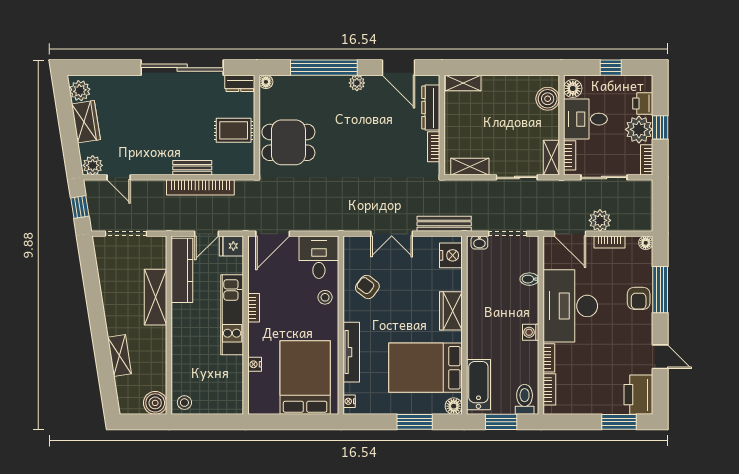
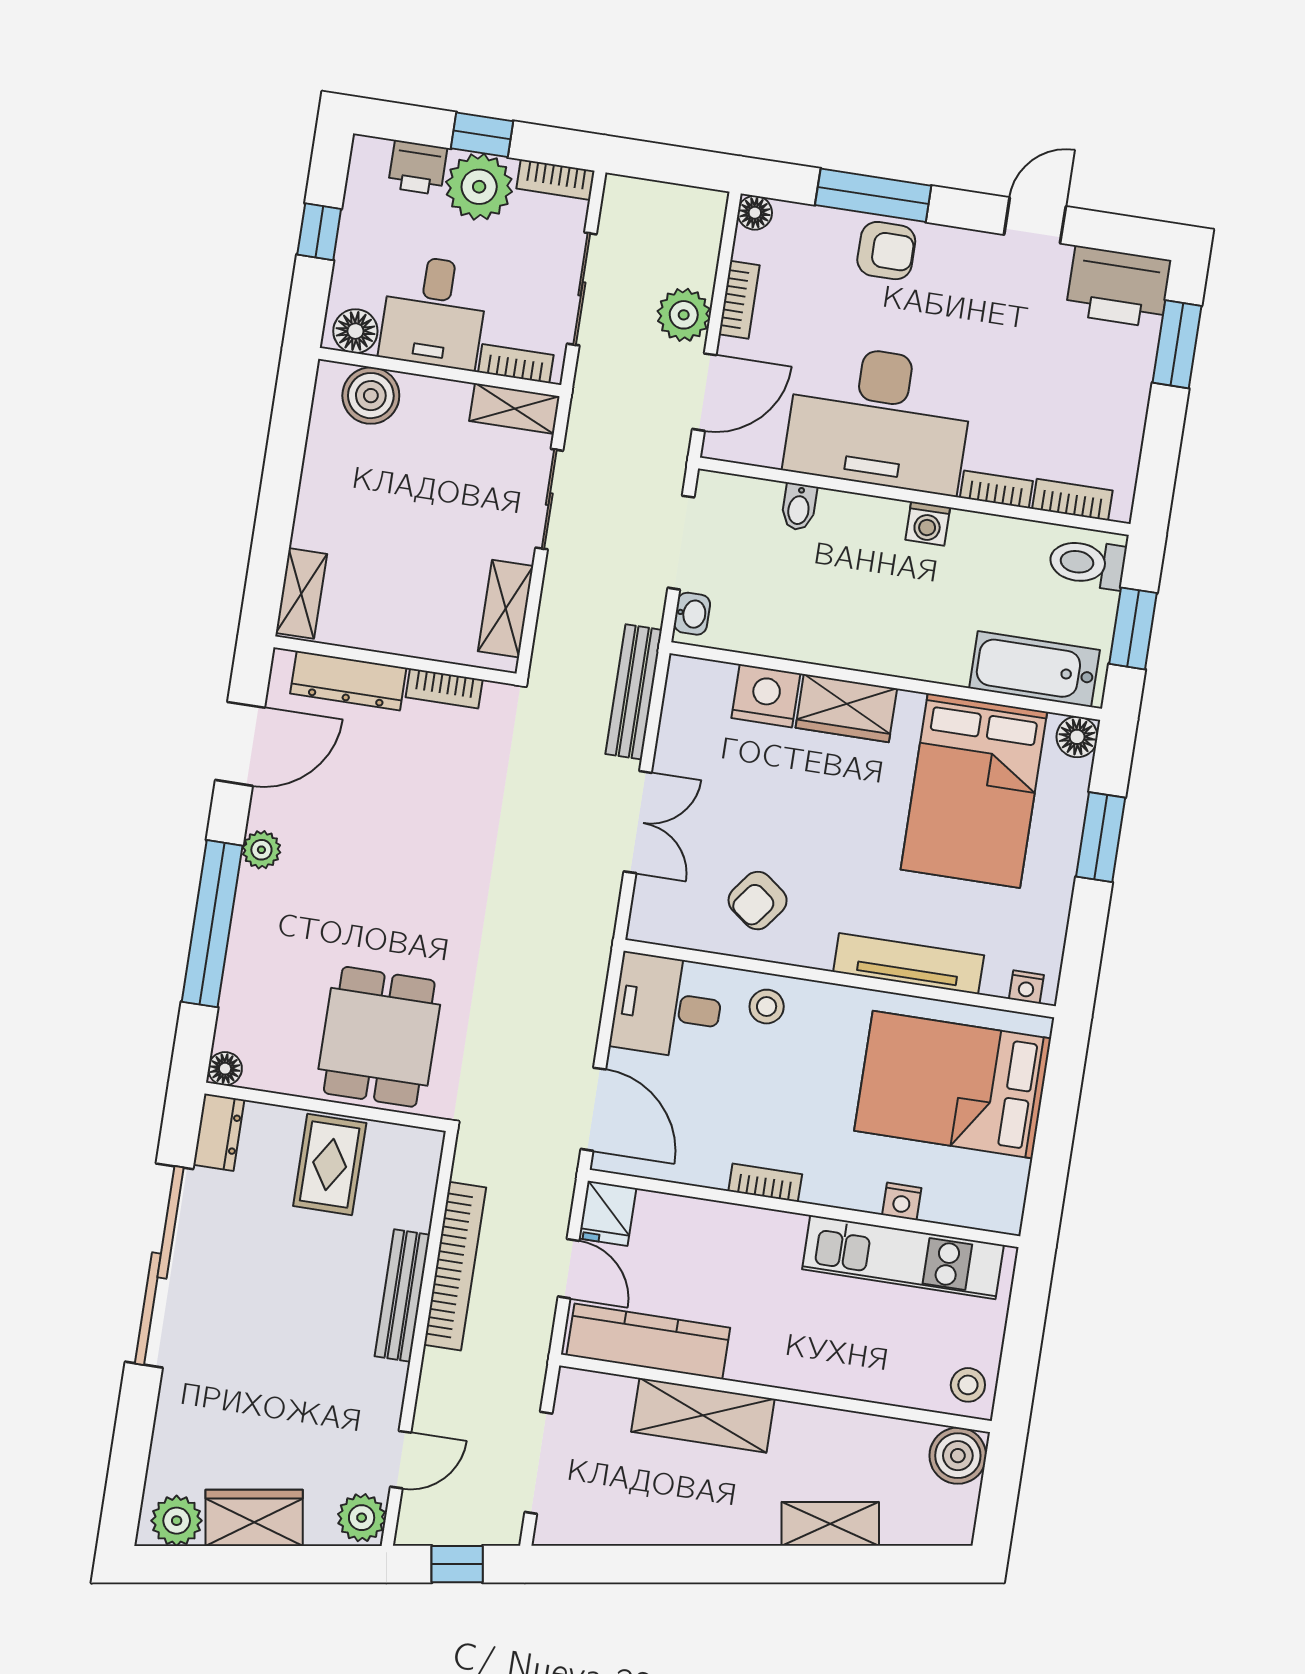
bench: (192, 168) -> (402, 1296), width x1.36
nightstand: (451, 255) -> (766, 696), moved
kitchen unit: (232, 315) -> (903, 1257), moved

